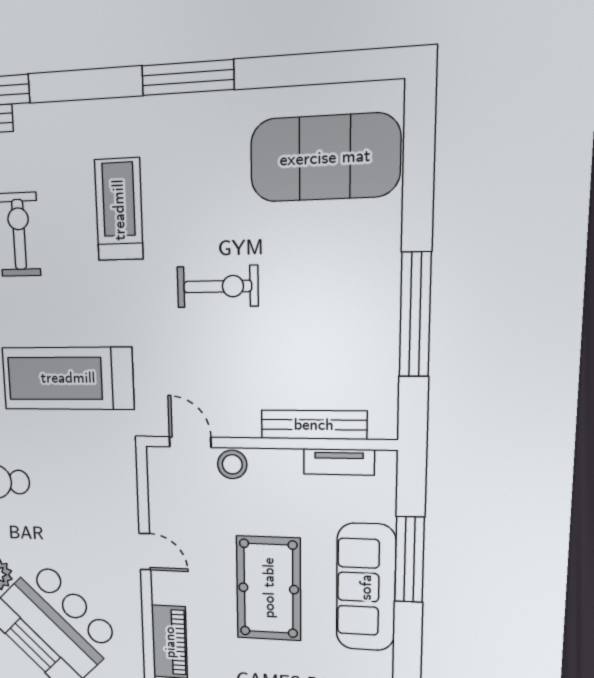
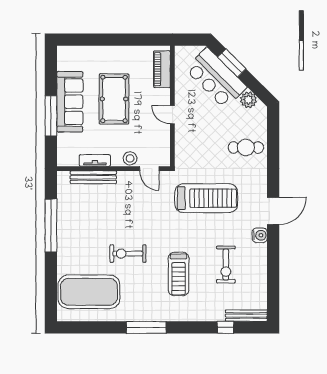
exercise bike: (218, 286) -> (128, 254), moved
tv unit: (339, 462) -> (95, 160), moved

